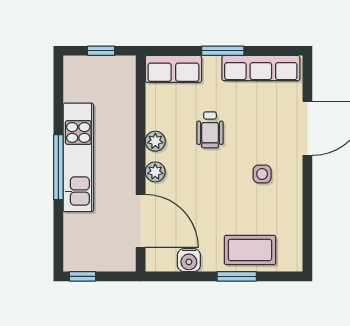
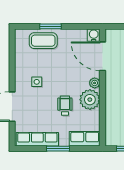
plant: (155, 141) -> (90, 100), width x1.88, depth x1.88
water cooler: (189, 260) -> (94, 35), moved

